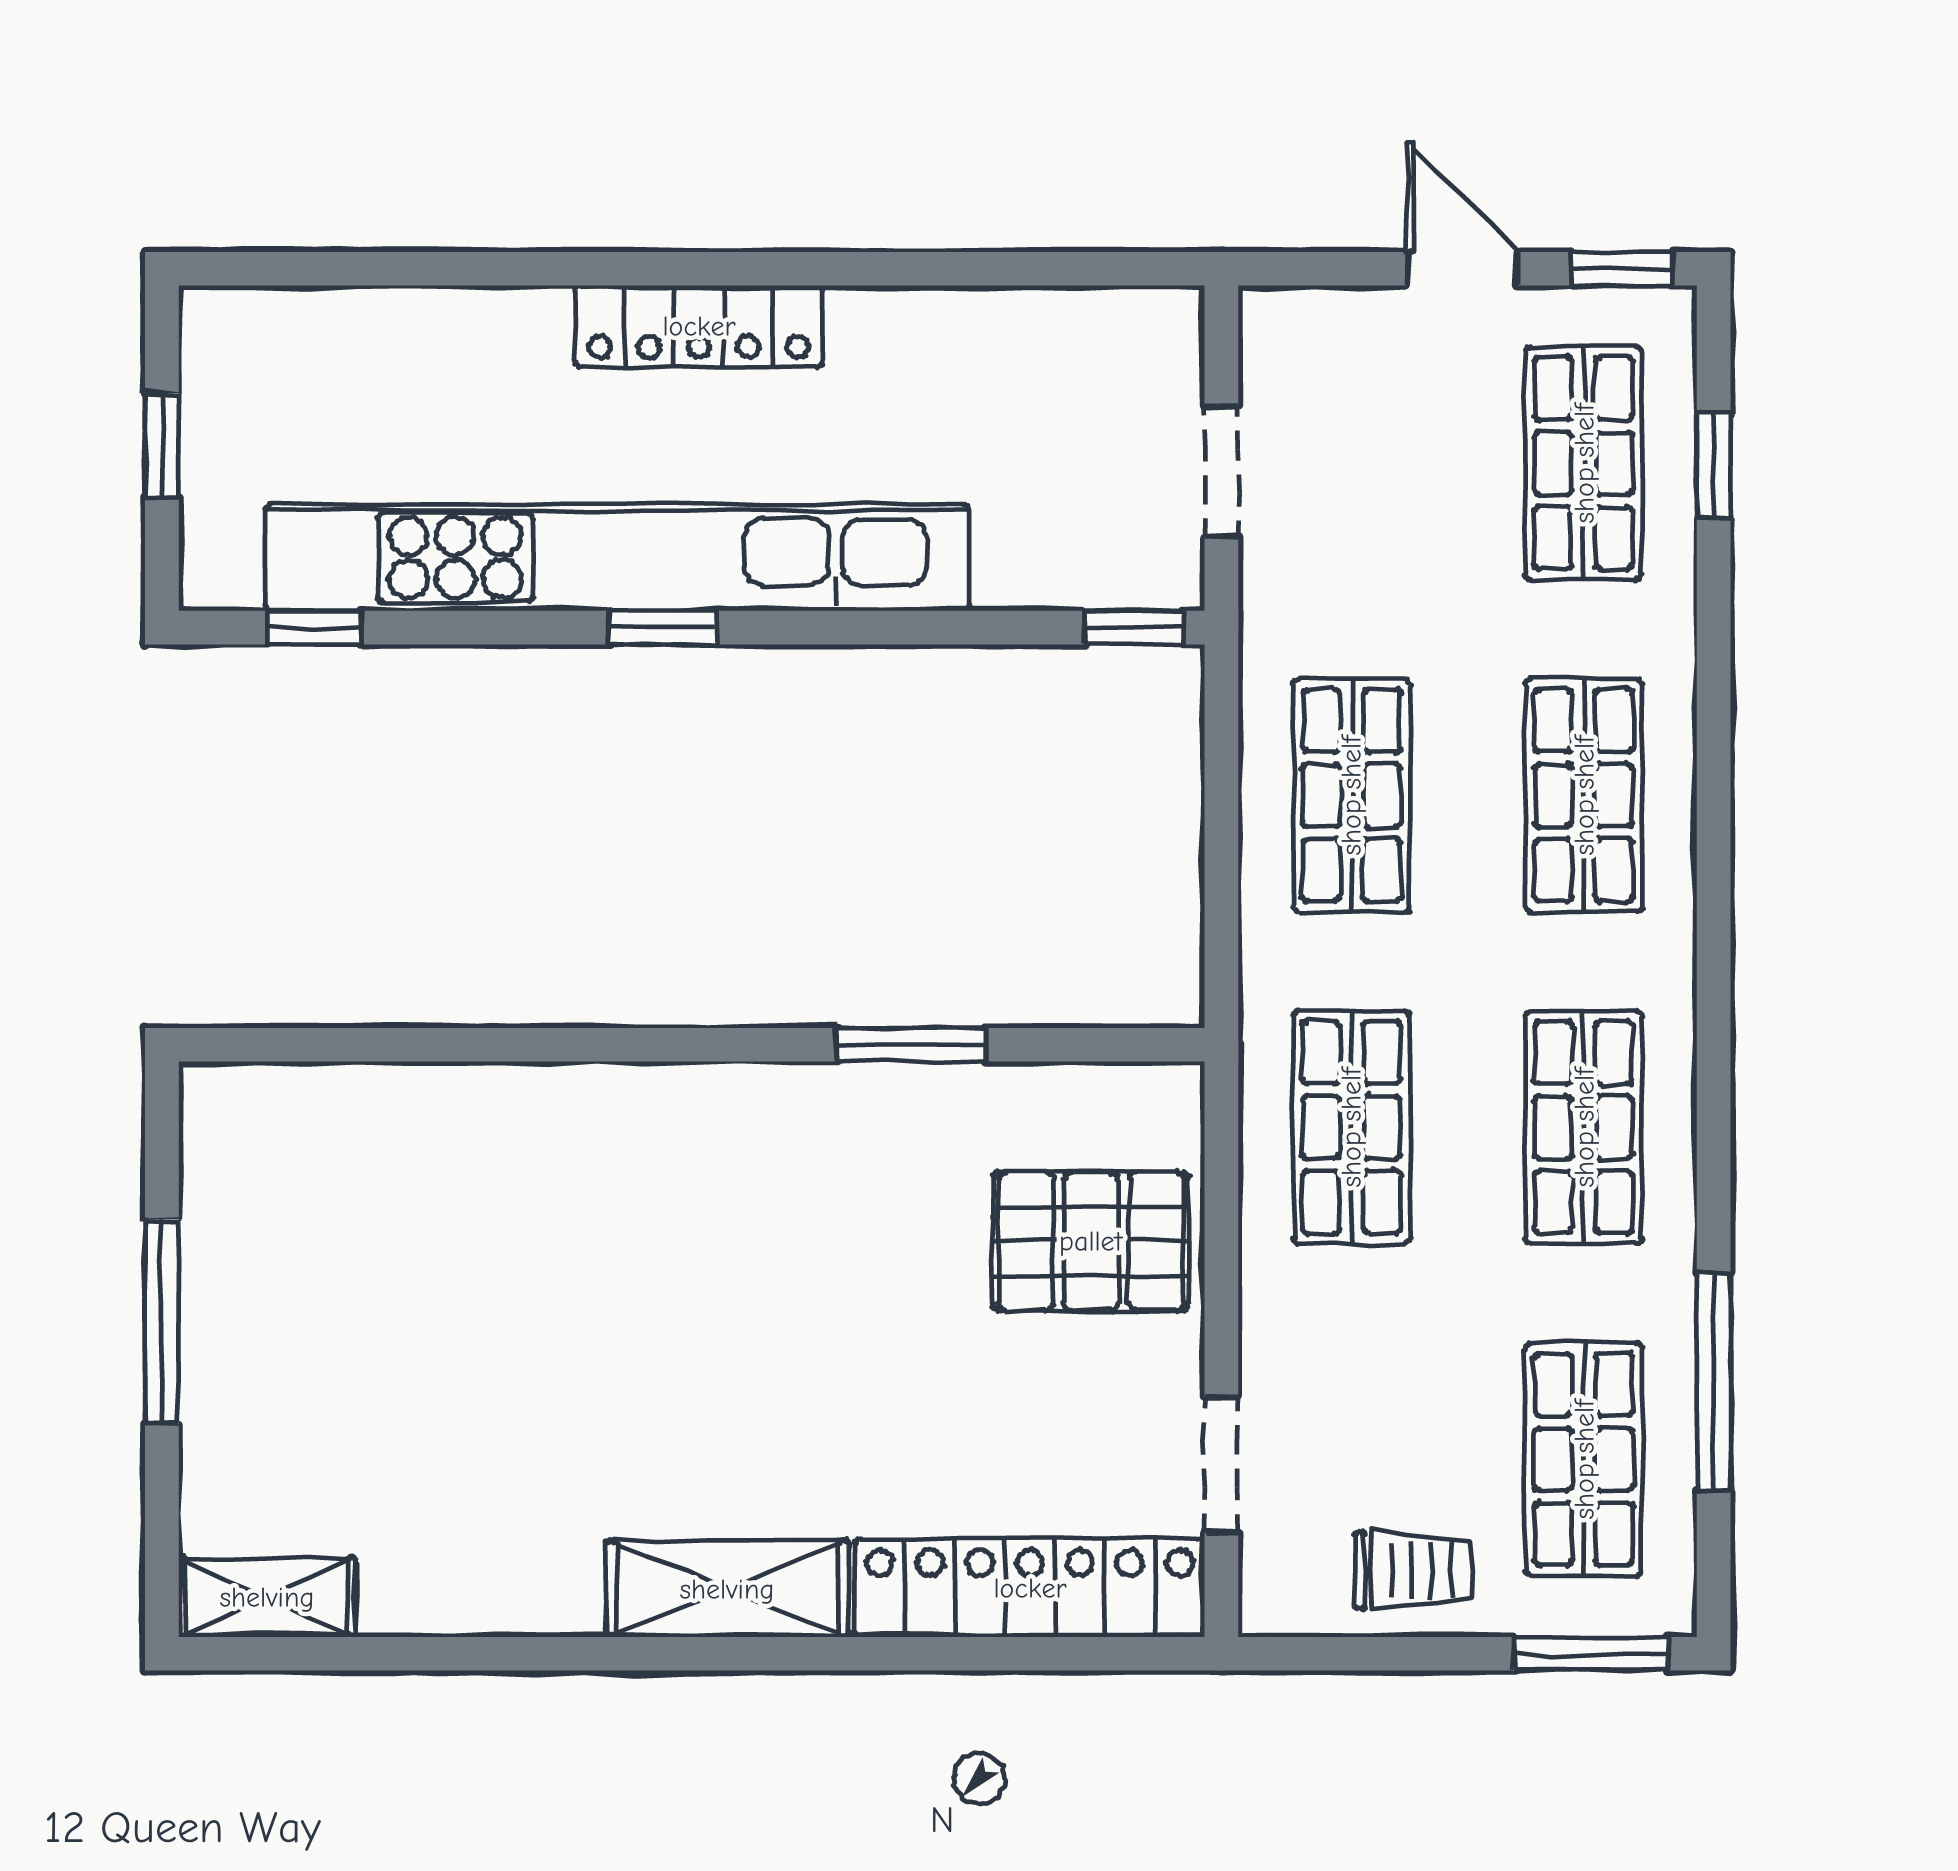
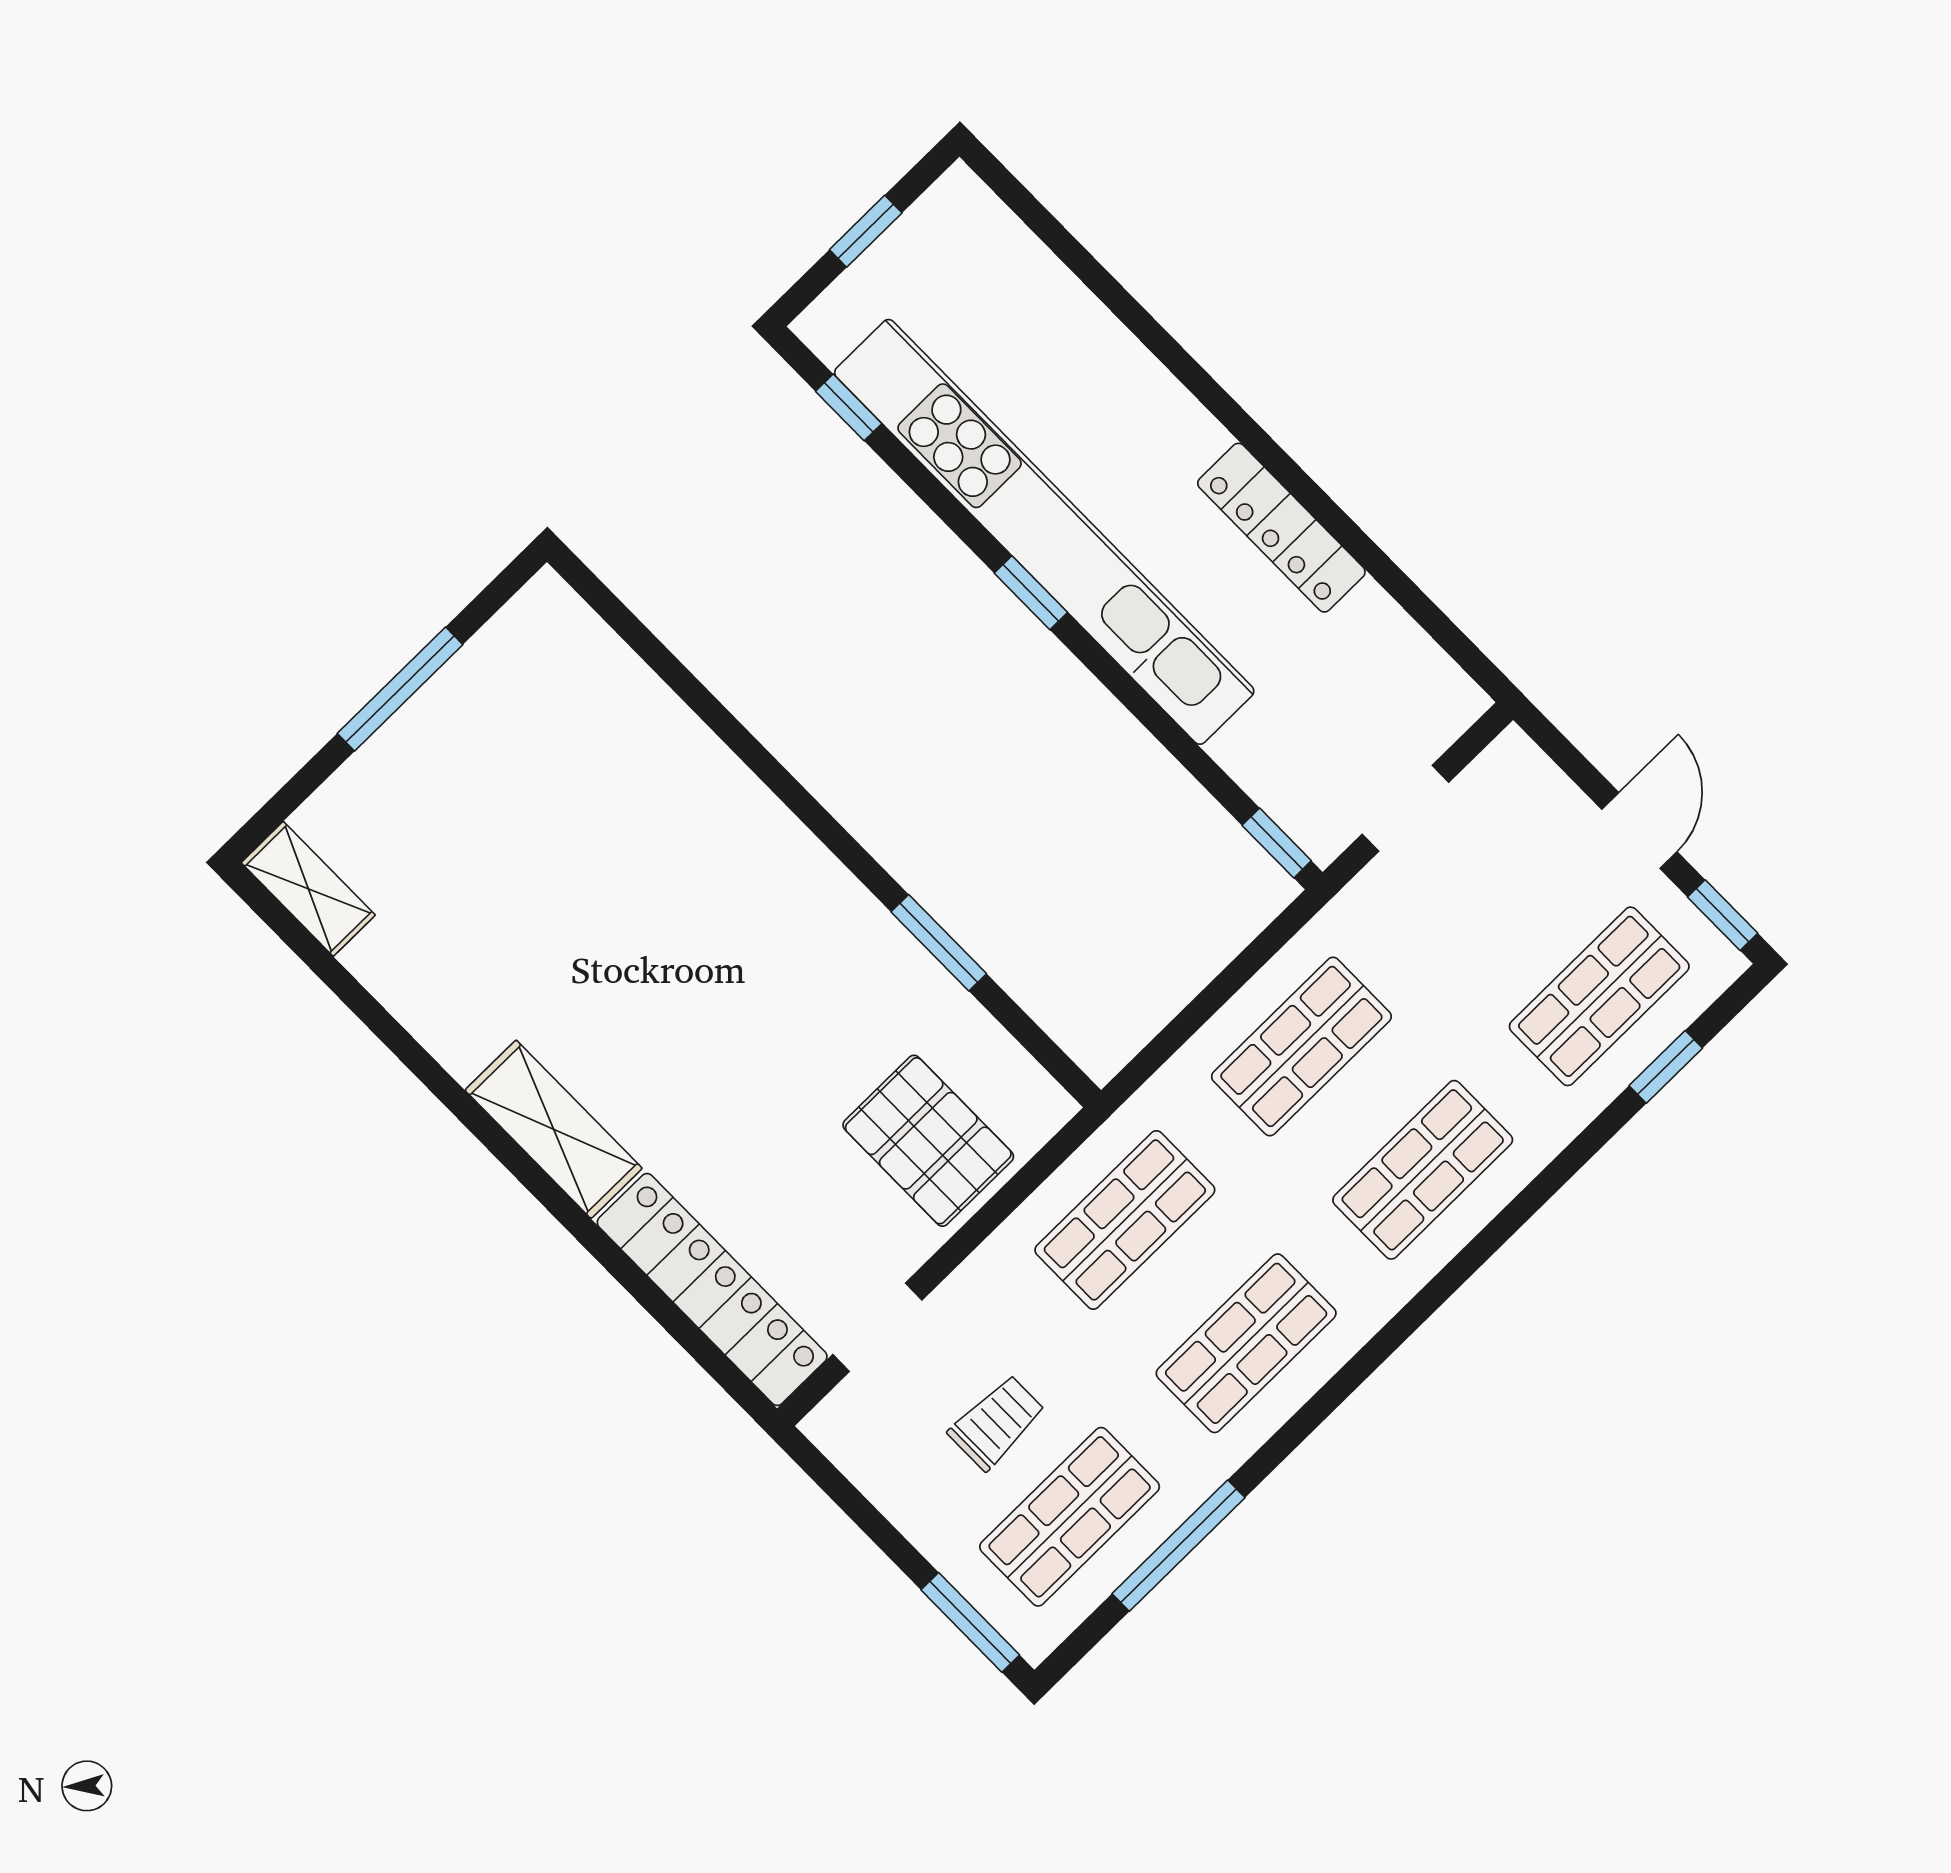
locker: (699, 326) -> (1281, 528), moved
trolley: (1413, 1570) -> (997, 1422), moved, turned -90

